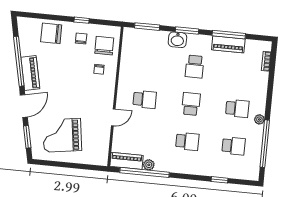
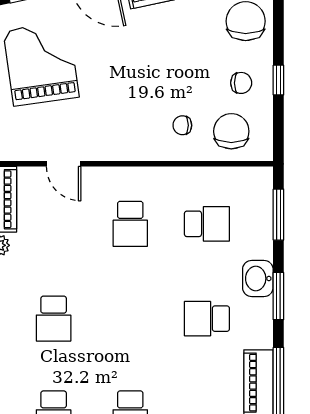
chair: (104, 46) -> (231, 131), turned -90
school desk: (191, 104) -> (207, 224), moved
door: (113, 117) -> (64, 164), moved

